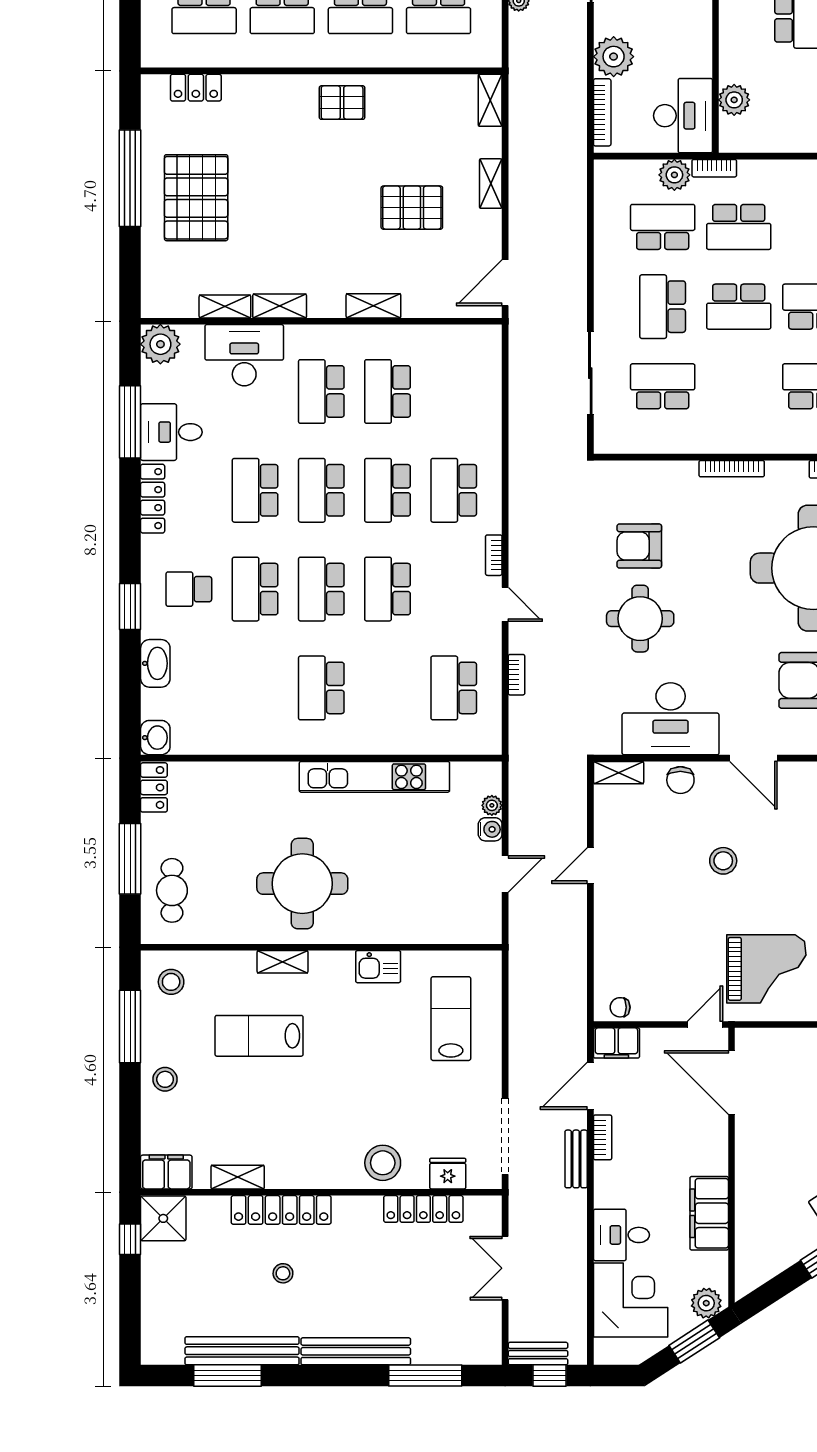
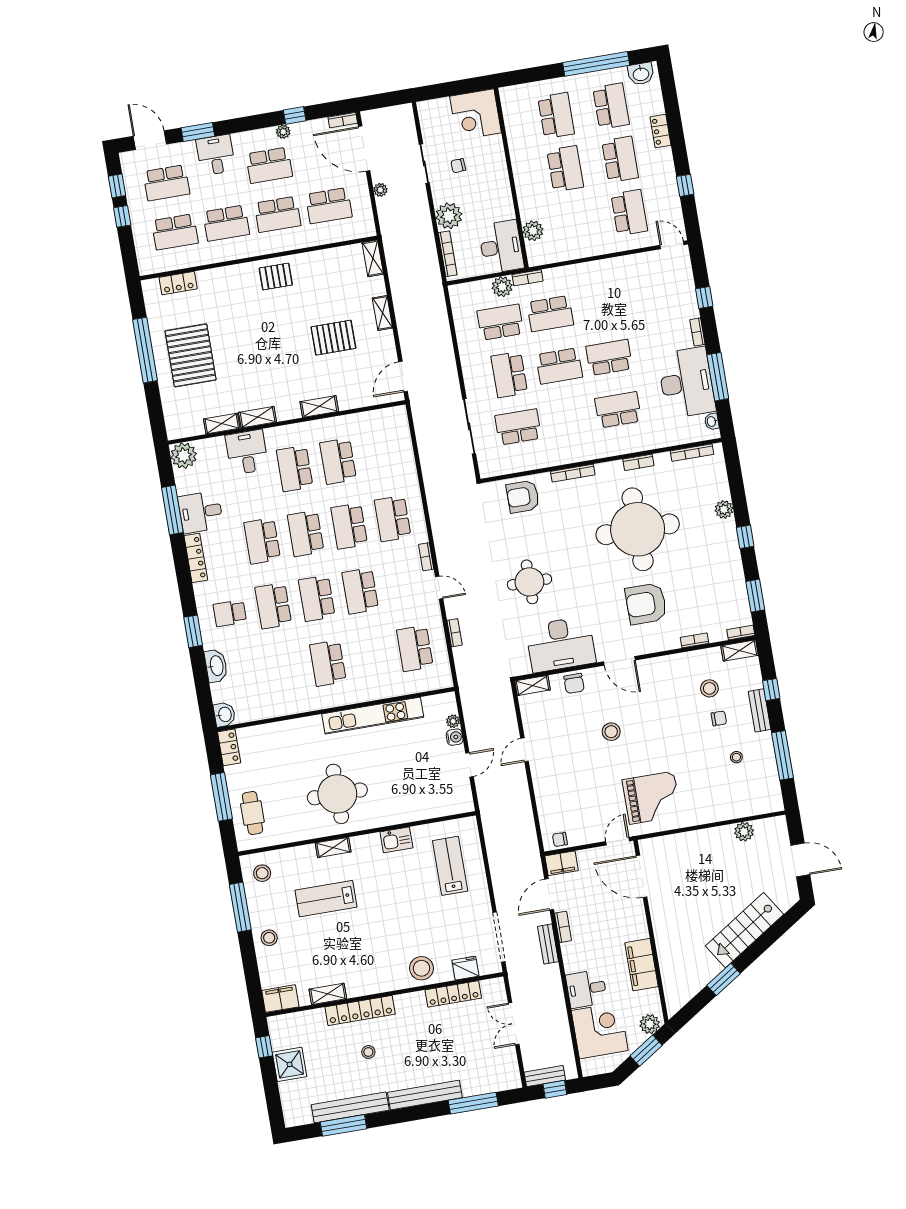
desk: (244, 355) -> (247, 452), width x0.73
armchair: (639, 546) -> (523, 497), moved
shower: (163, 1218) -> (290, 1064), moved

